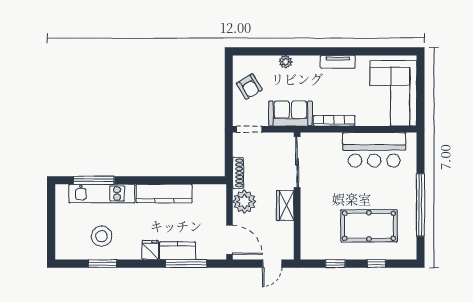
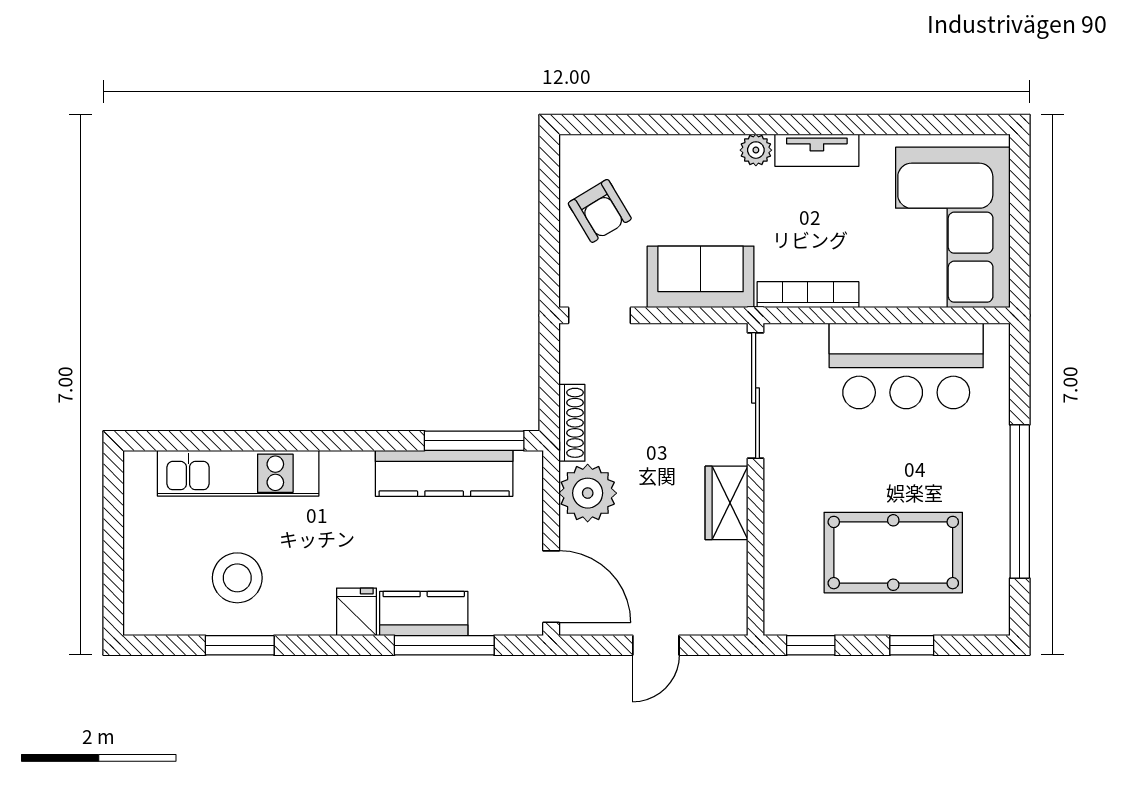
plant: (286, 62) -> (756, 150), moved
sliding door: (297, 162) -> (756, 395), moved
window: (94, 180) -> (474, 441), moved
kitchen counter: (164, 194) -> (444, 473), moved
wall: (297, 196) -> (756, 479), moved
wardrobe: (285, 206) -> (727, 503), moved

